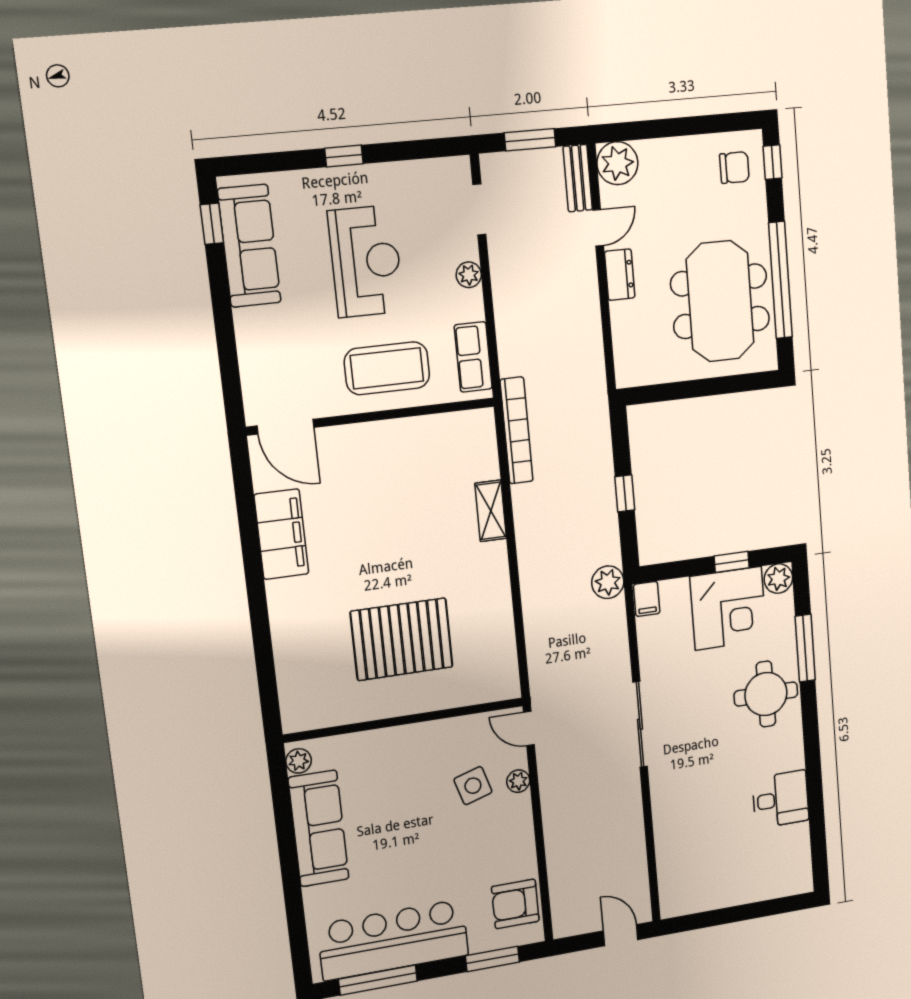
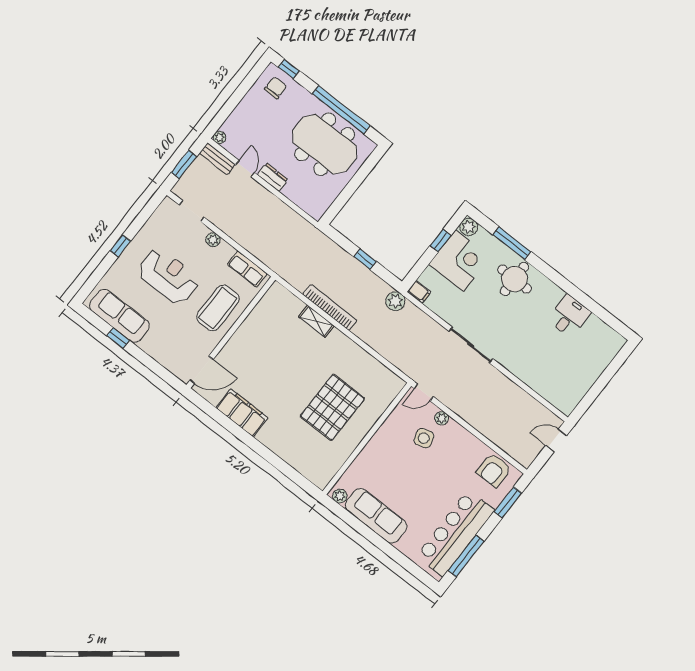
plant: (617, 163) -> (219, 137), width x0.53, depth x0.53
window: (212, 224) -> (118, 338), moved
bookcase: (517, 430) -> (330, 307), moved

